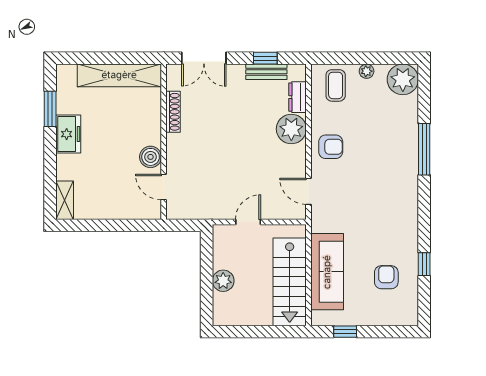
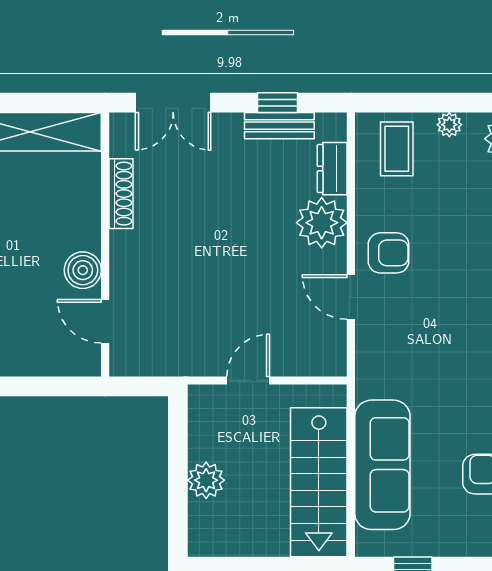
door: (309, 191) -> (351, 297), moved

